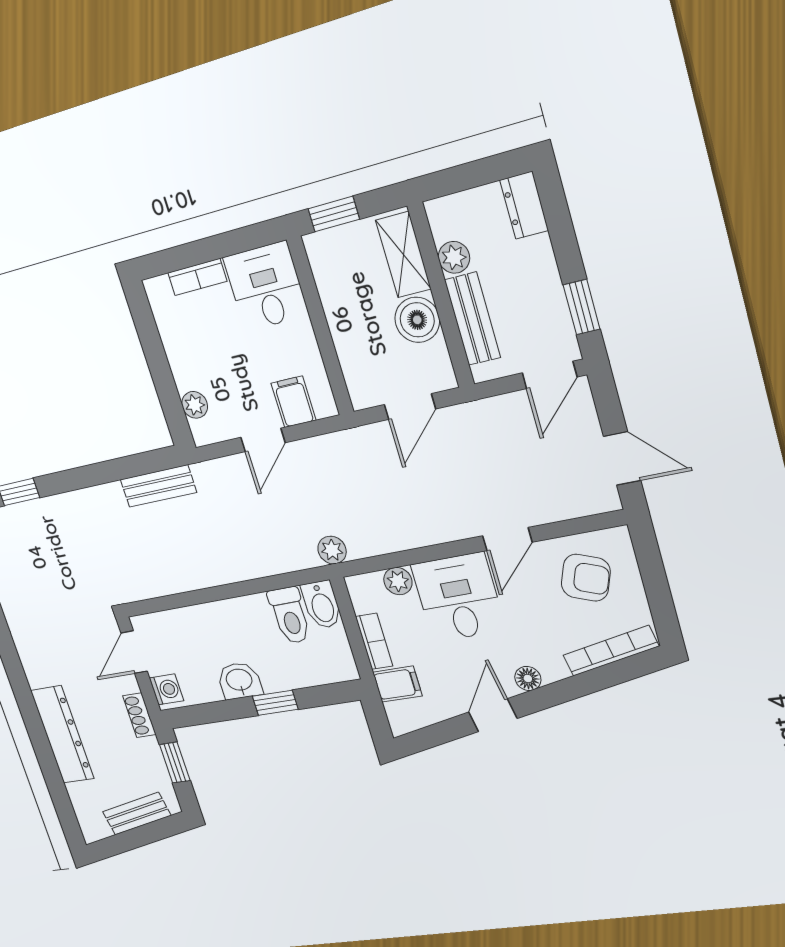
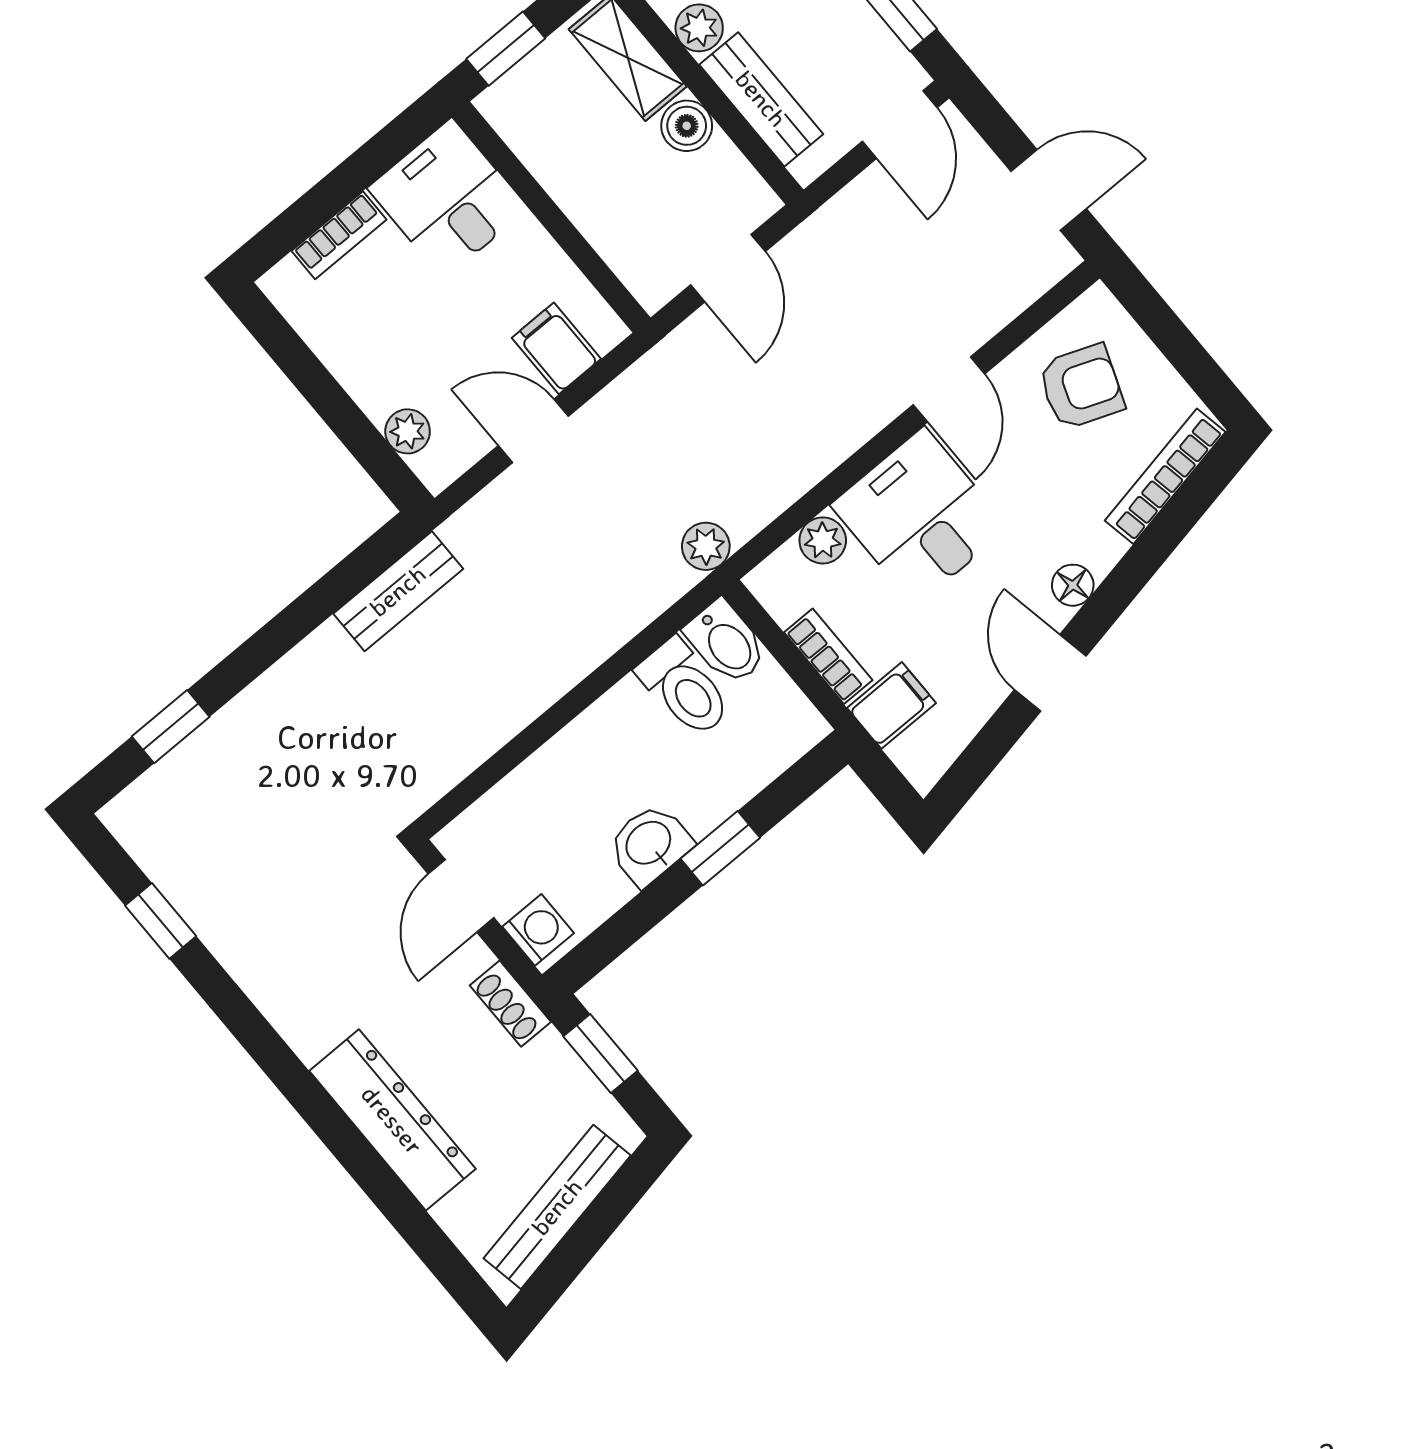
boiler: (417, 320) -> (687, 126), width x0.73, depth x0.73
door: (263, 440) -> (533, 431), swing flipped
bench: (137, 814) -> (557, 1207), width x1.36

